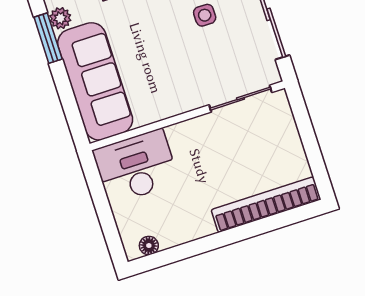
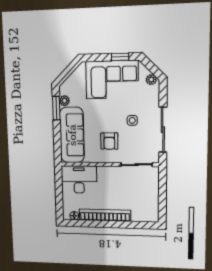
armchair: (173, 69) -> (109, 141), added
bookcase: (266, 205) -> (105, 215), moved

